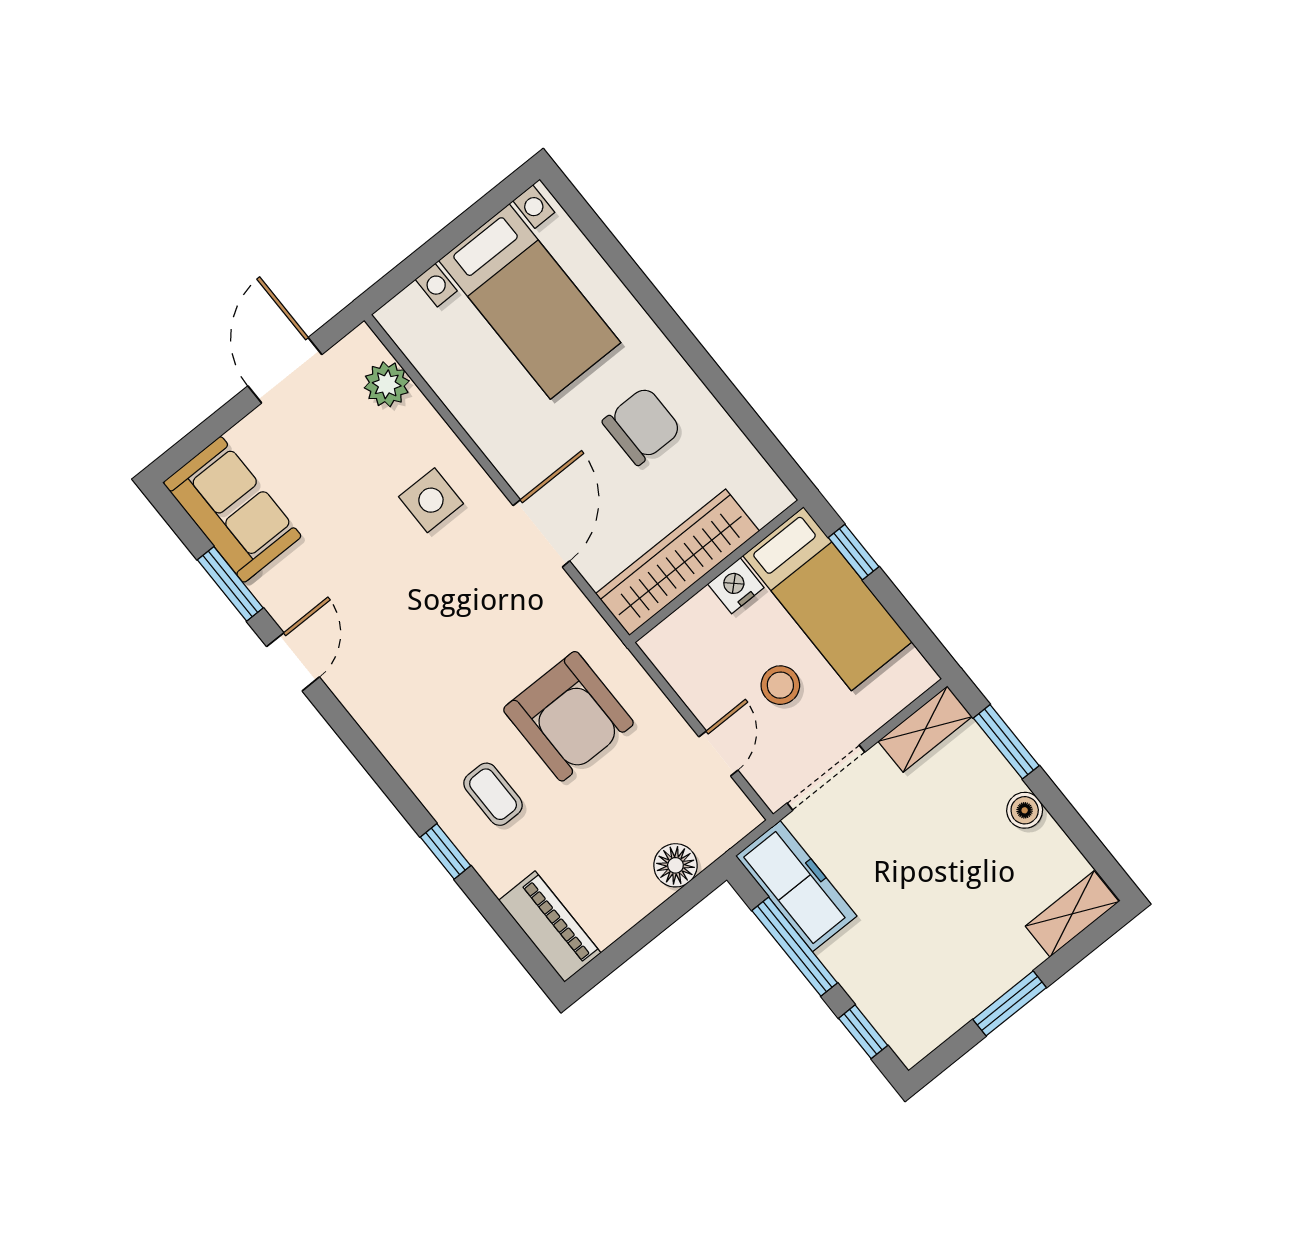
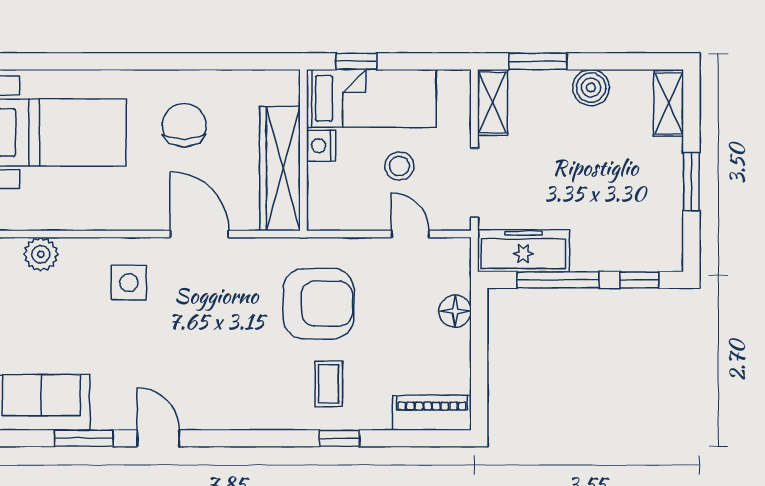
coffee table: (493, 794) -> (329, 384), turned 90
boiler: (1025, 810) -> (591, 88), width x1.36, depth x1.36

